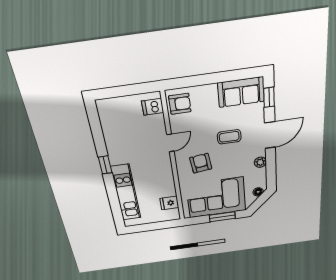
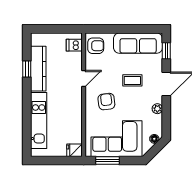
sofa: (241, 92) -> (138, 43), width x1.36
kitchen counter: (113, 140) -> (38, 69), added
window: (105, 165) -> (27, 69), moved
fridge: (169, 203) -> (74, 150), moved
window: (222, 217) -> (107, 161), moved

